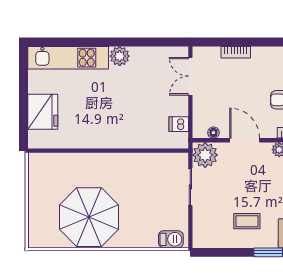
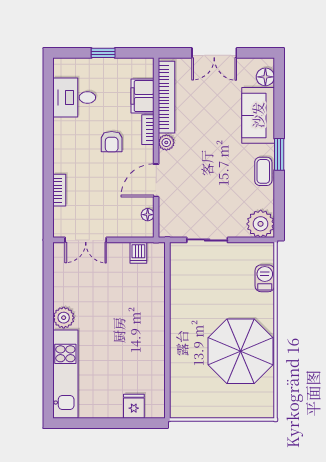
fridge: (43, 112) -> (134, 406), width x0.53, depth x0.75
plant: (205, 155) -> (261, 224), moved
coffee table: (247, 221) -> (263, 171), moved
barbecue: (171, 239) -> (265, 278), moved

